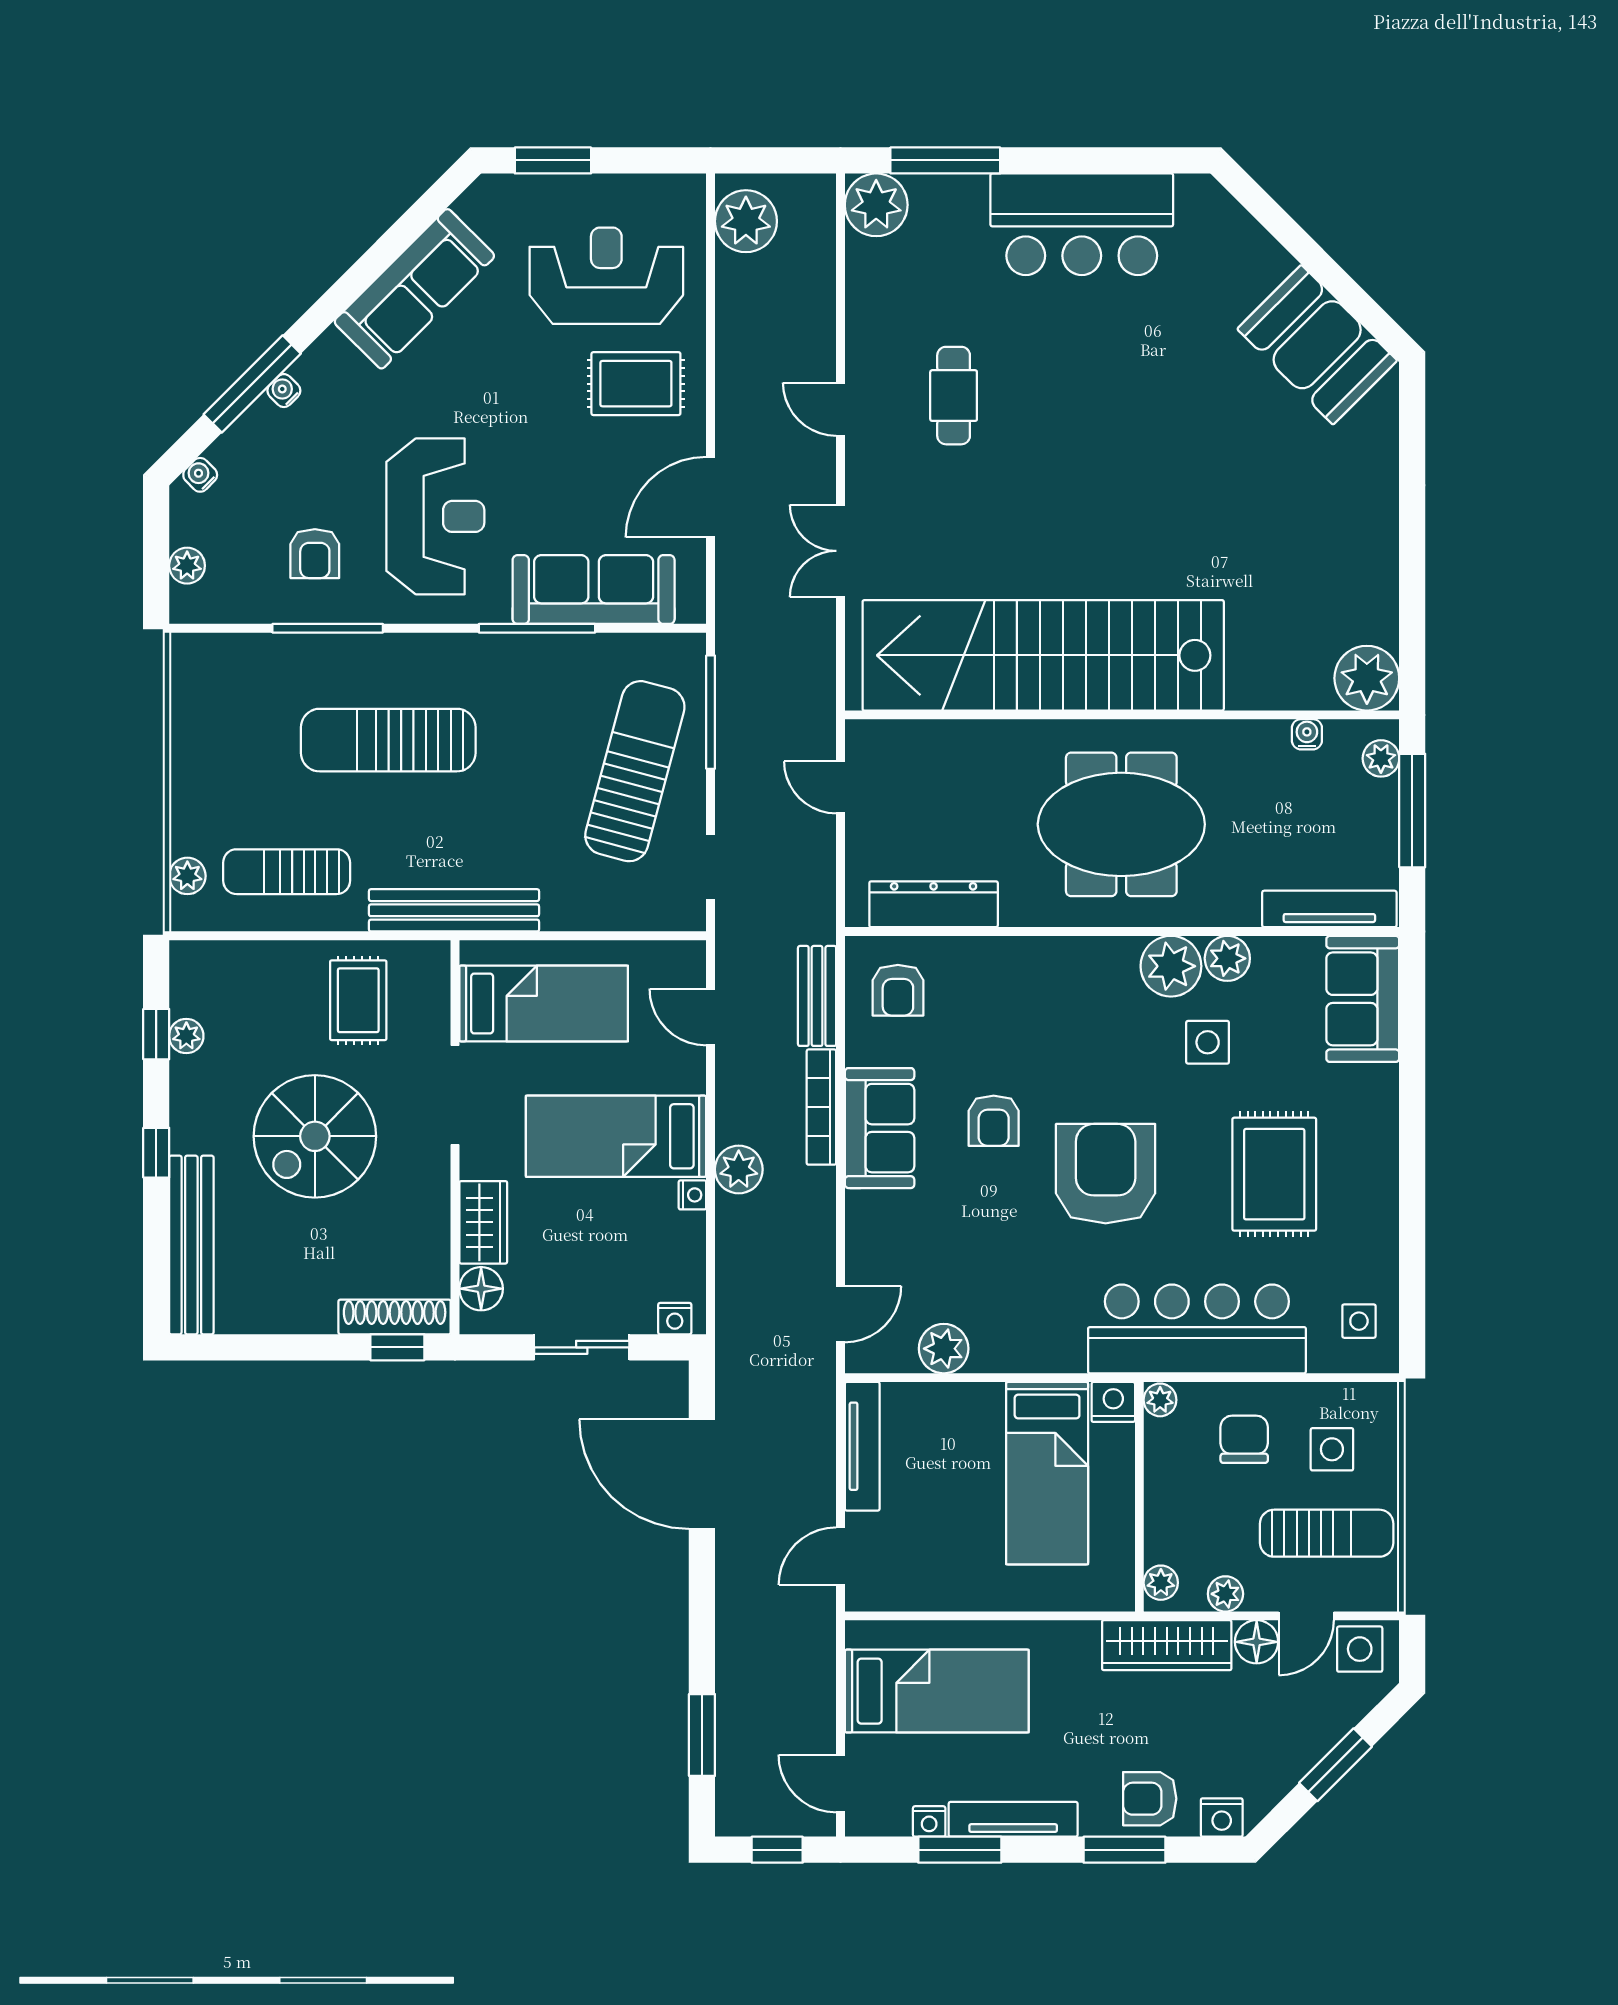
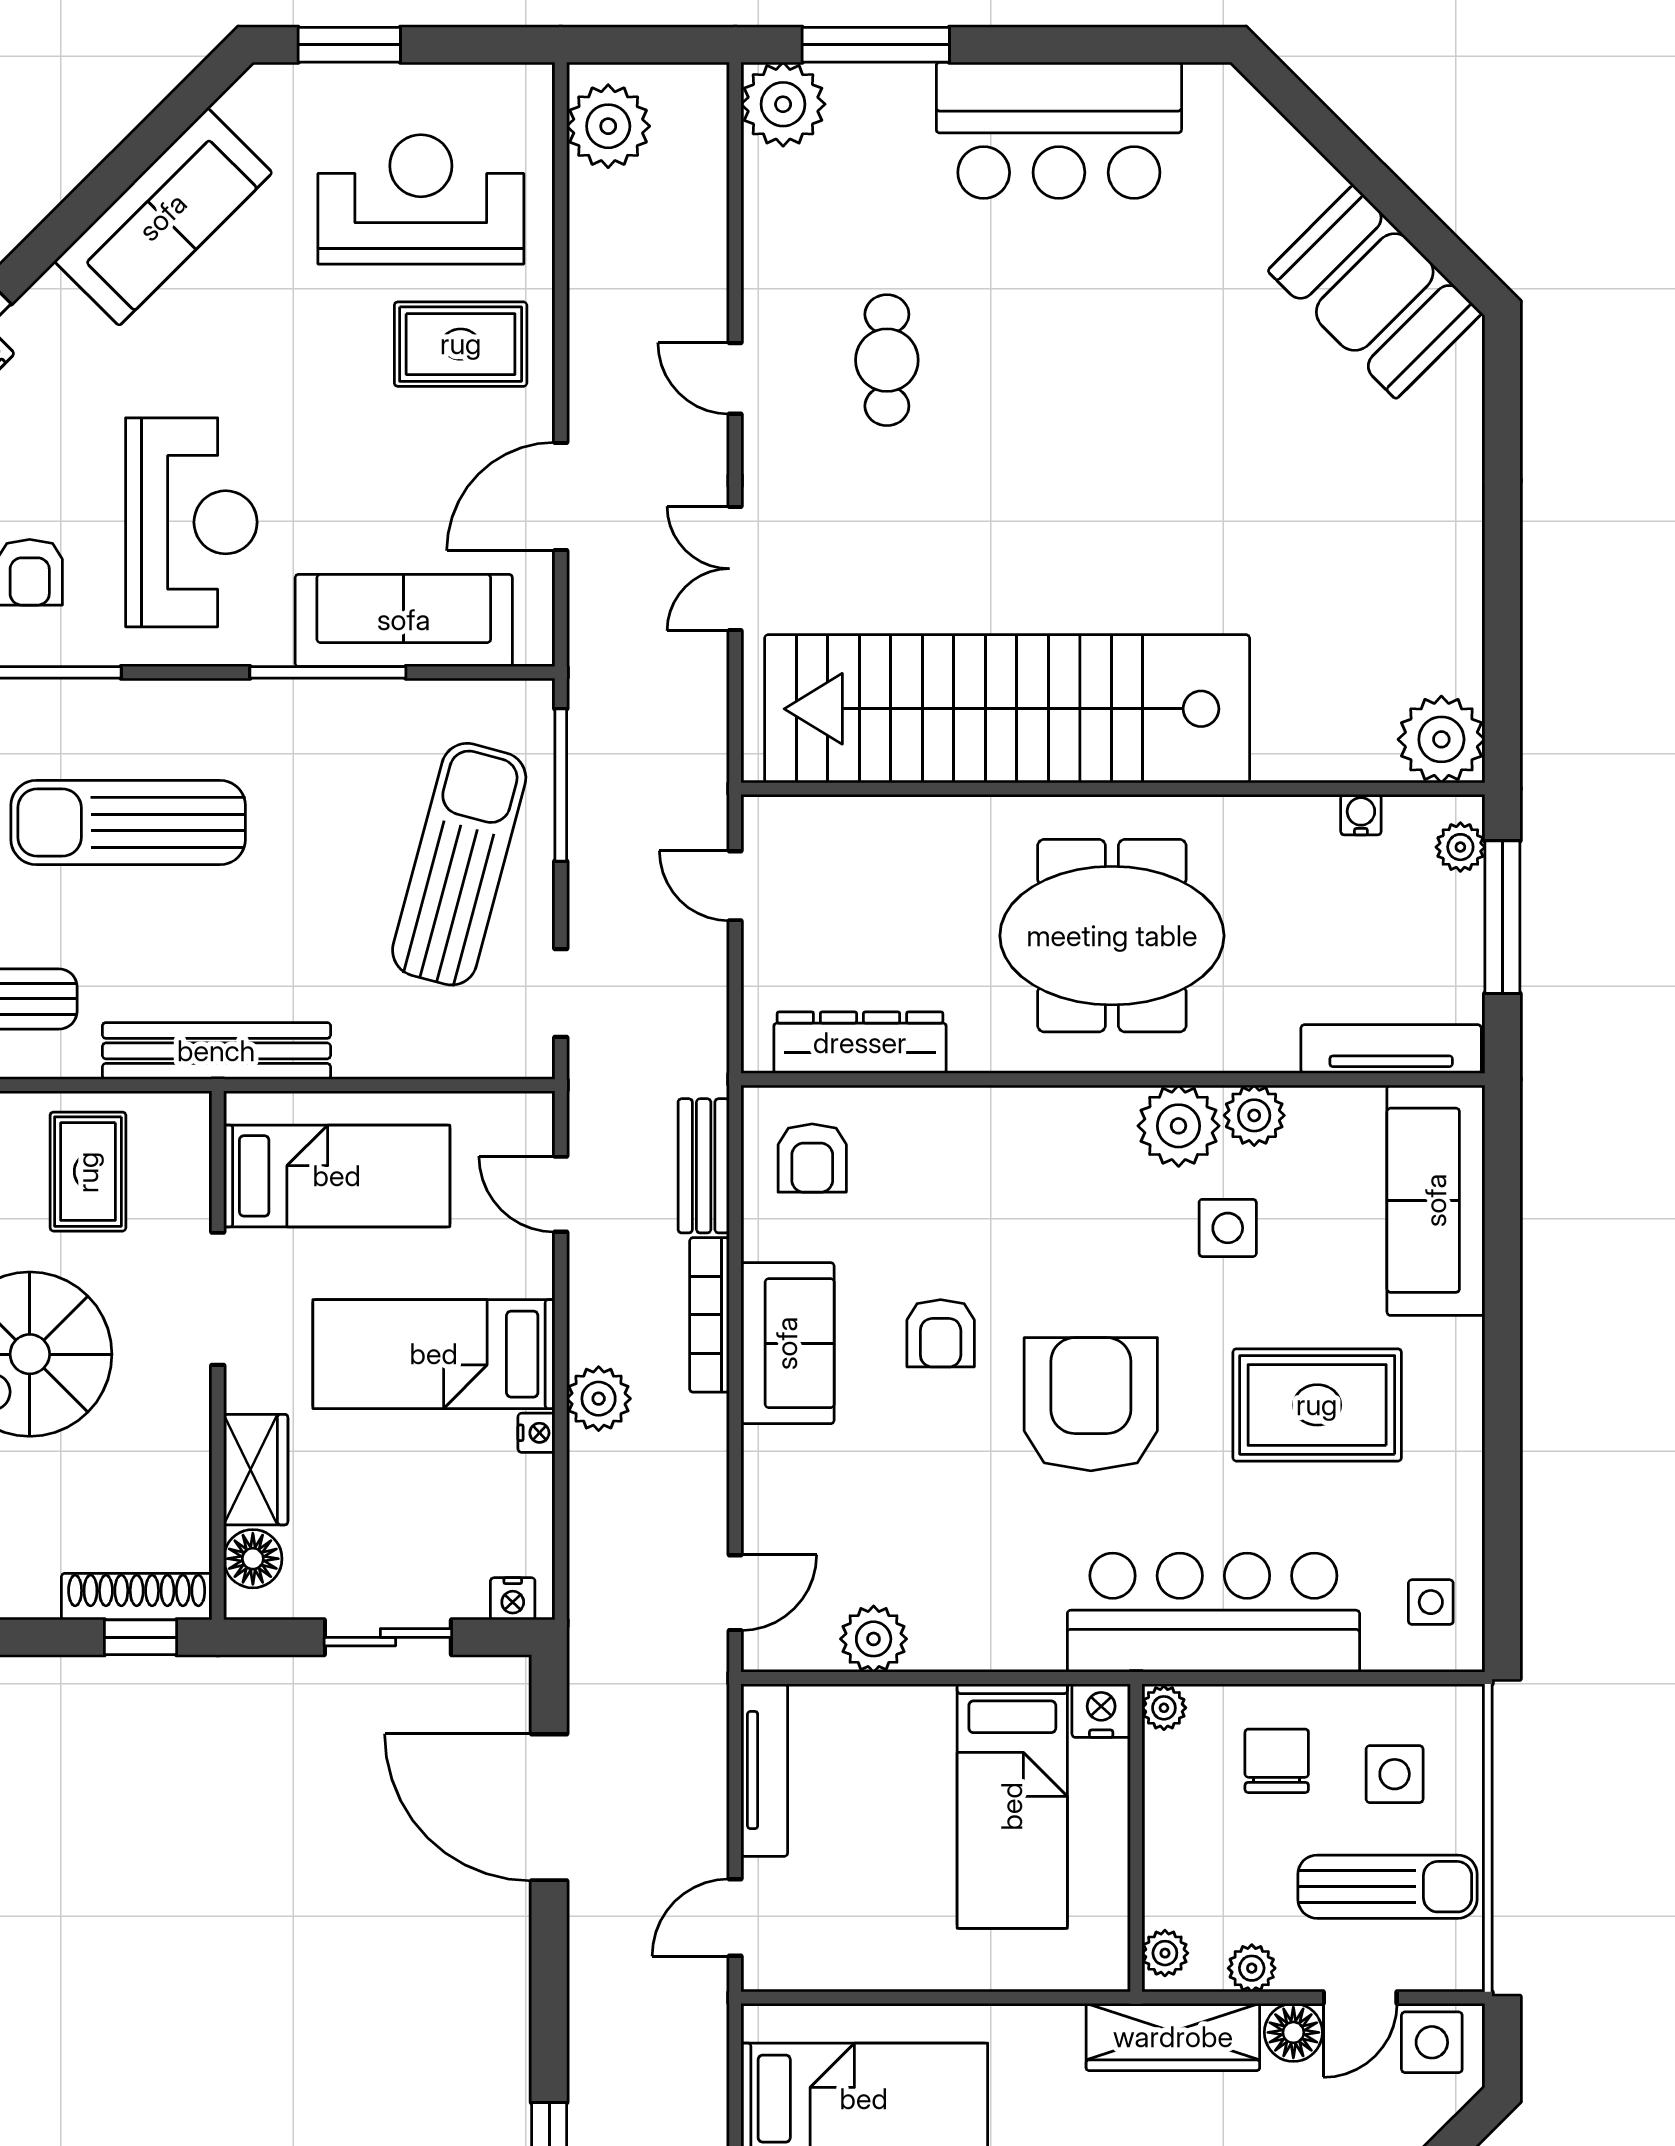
sofa: (1363, 999) -> (1436, 1200), width x1.36
rug: (1274, 1174) -> (1317, 1405), turned 90

